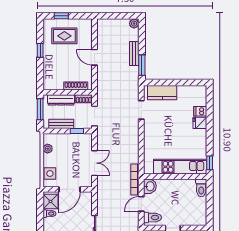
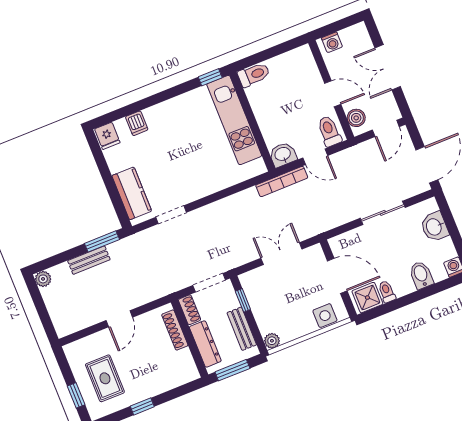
fridge: (200, 123) -> (107, 136), moved
plant: (48, 149) -> (272, 341), moved

